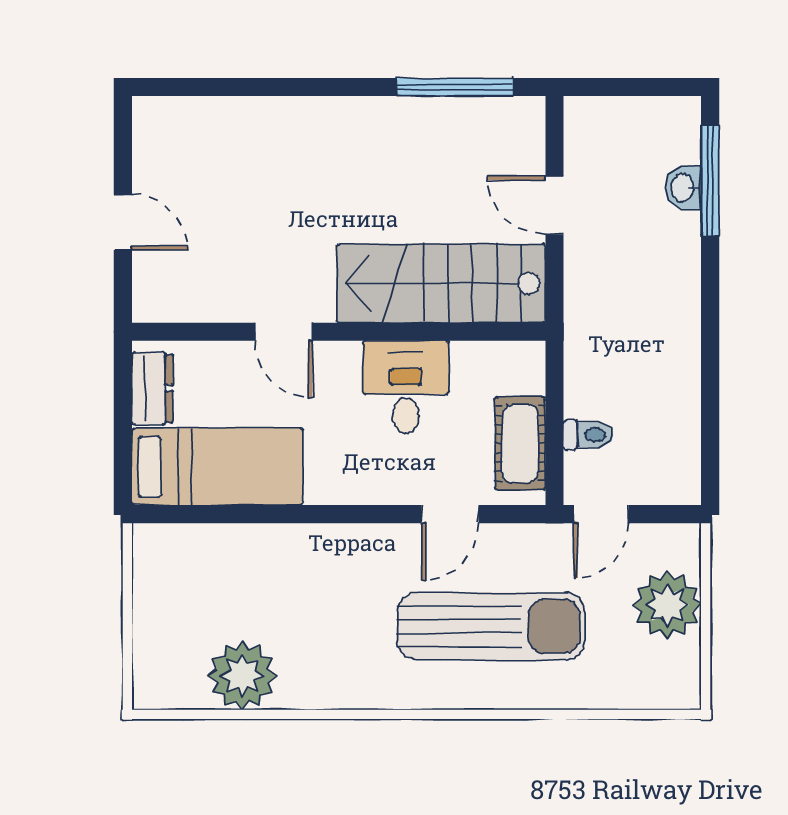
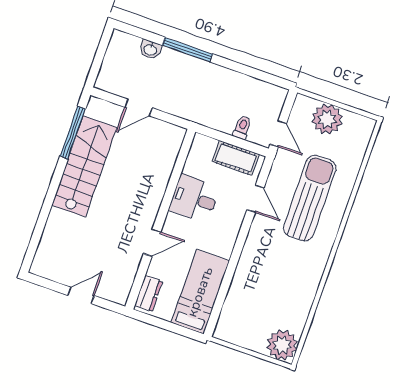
window: (710, 181) -> (188, 50), moved
stairs: (441, 283) -> (84, 166), moved, turned 180
dresser: (152, 388) -> (149, 294), moved, turned 90
plant: (242, 675) -> (282, 345), moved

